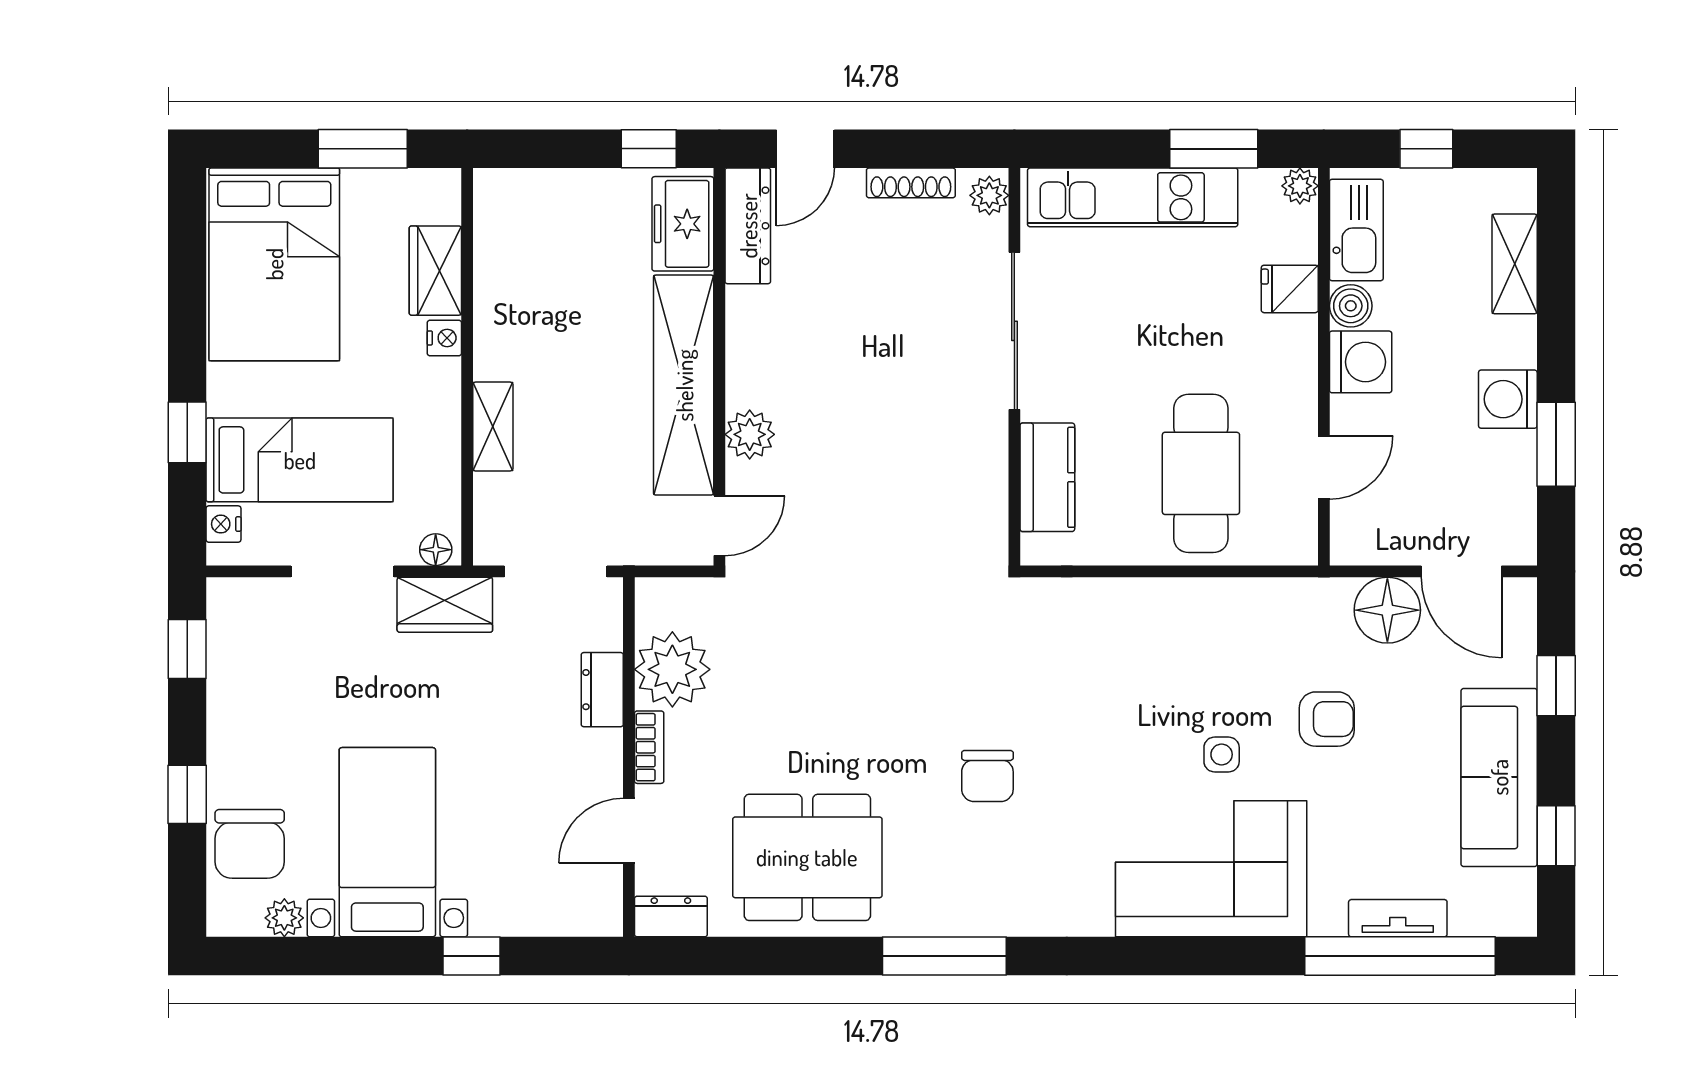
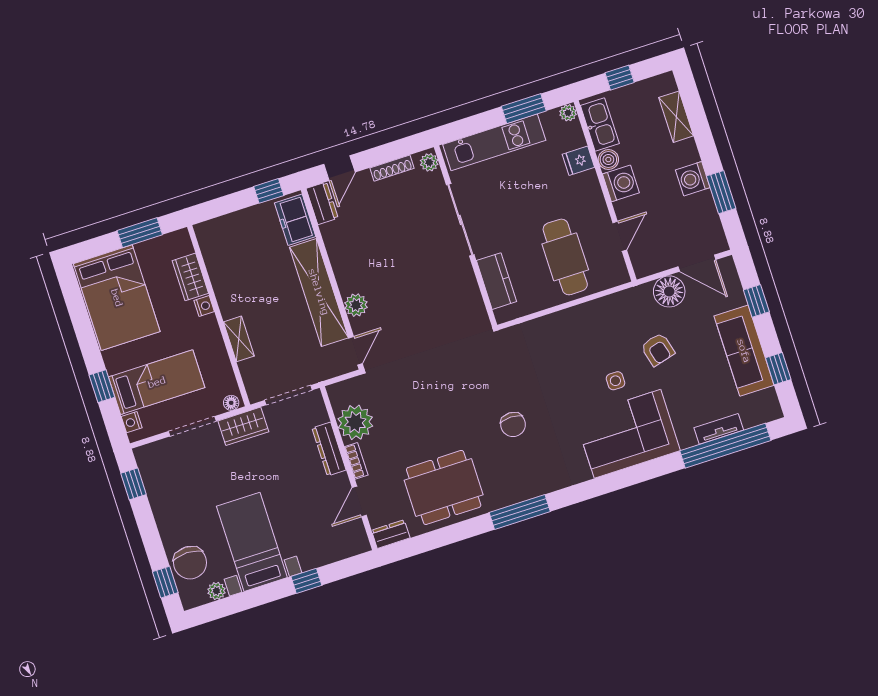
dresser: (748, 226) -> (322, 203), width x0.70
dresser: (602, 690) -> (329, 449), width x1.44
armchair: (1327, 719) -> (658, 349), turned 75
window: (187, 794) -> (165, 582), moved

